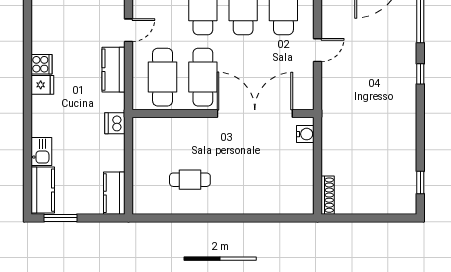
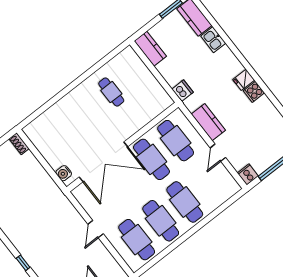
cafe table: (190, 180) -> (111, 92), turned 90
shoe rack: (328, 195) -> (19, 144), width x0.70

